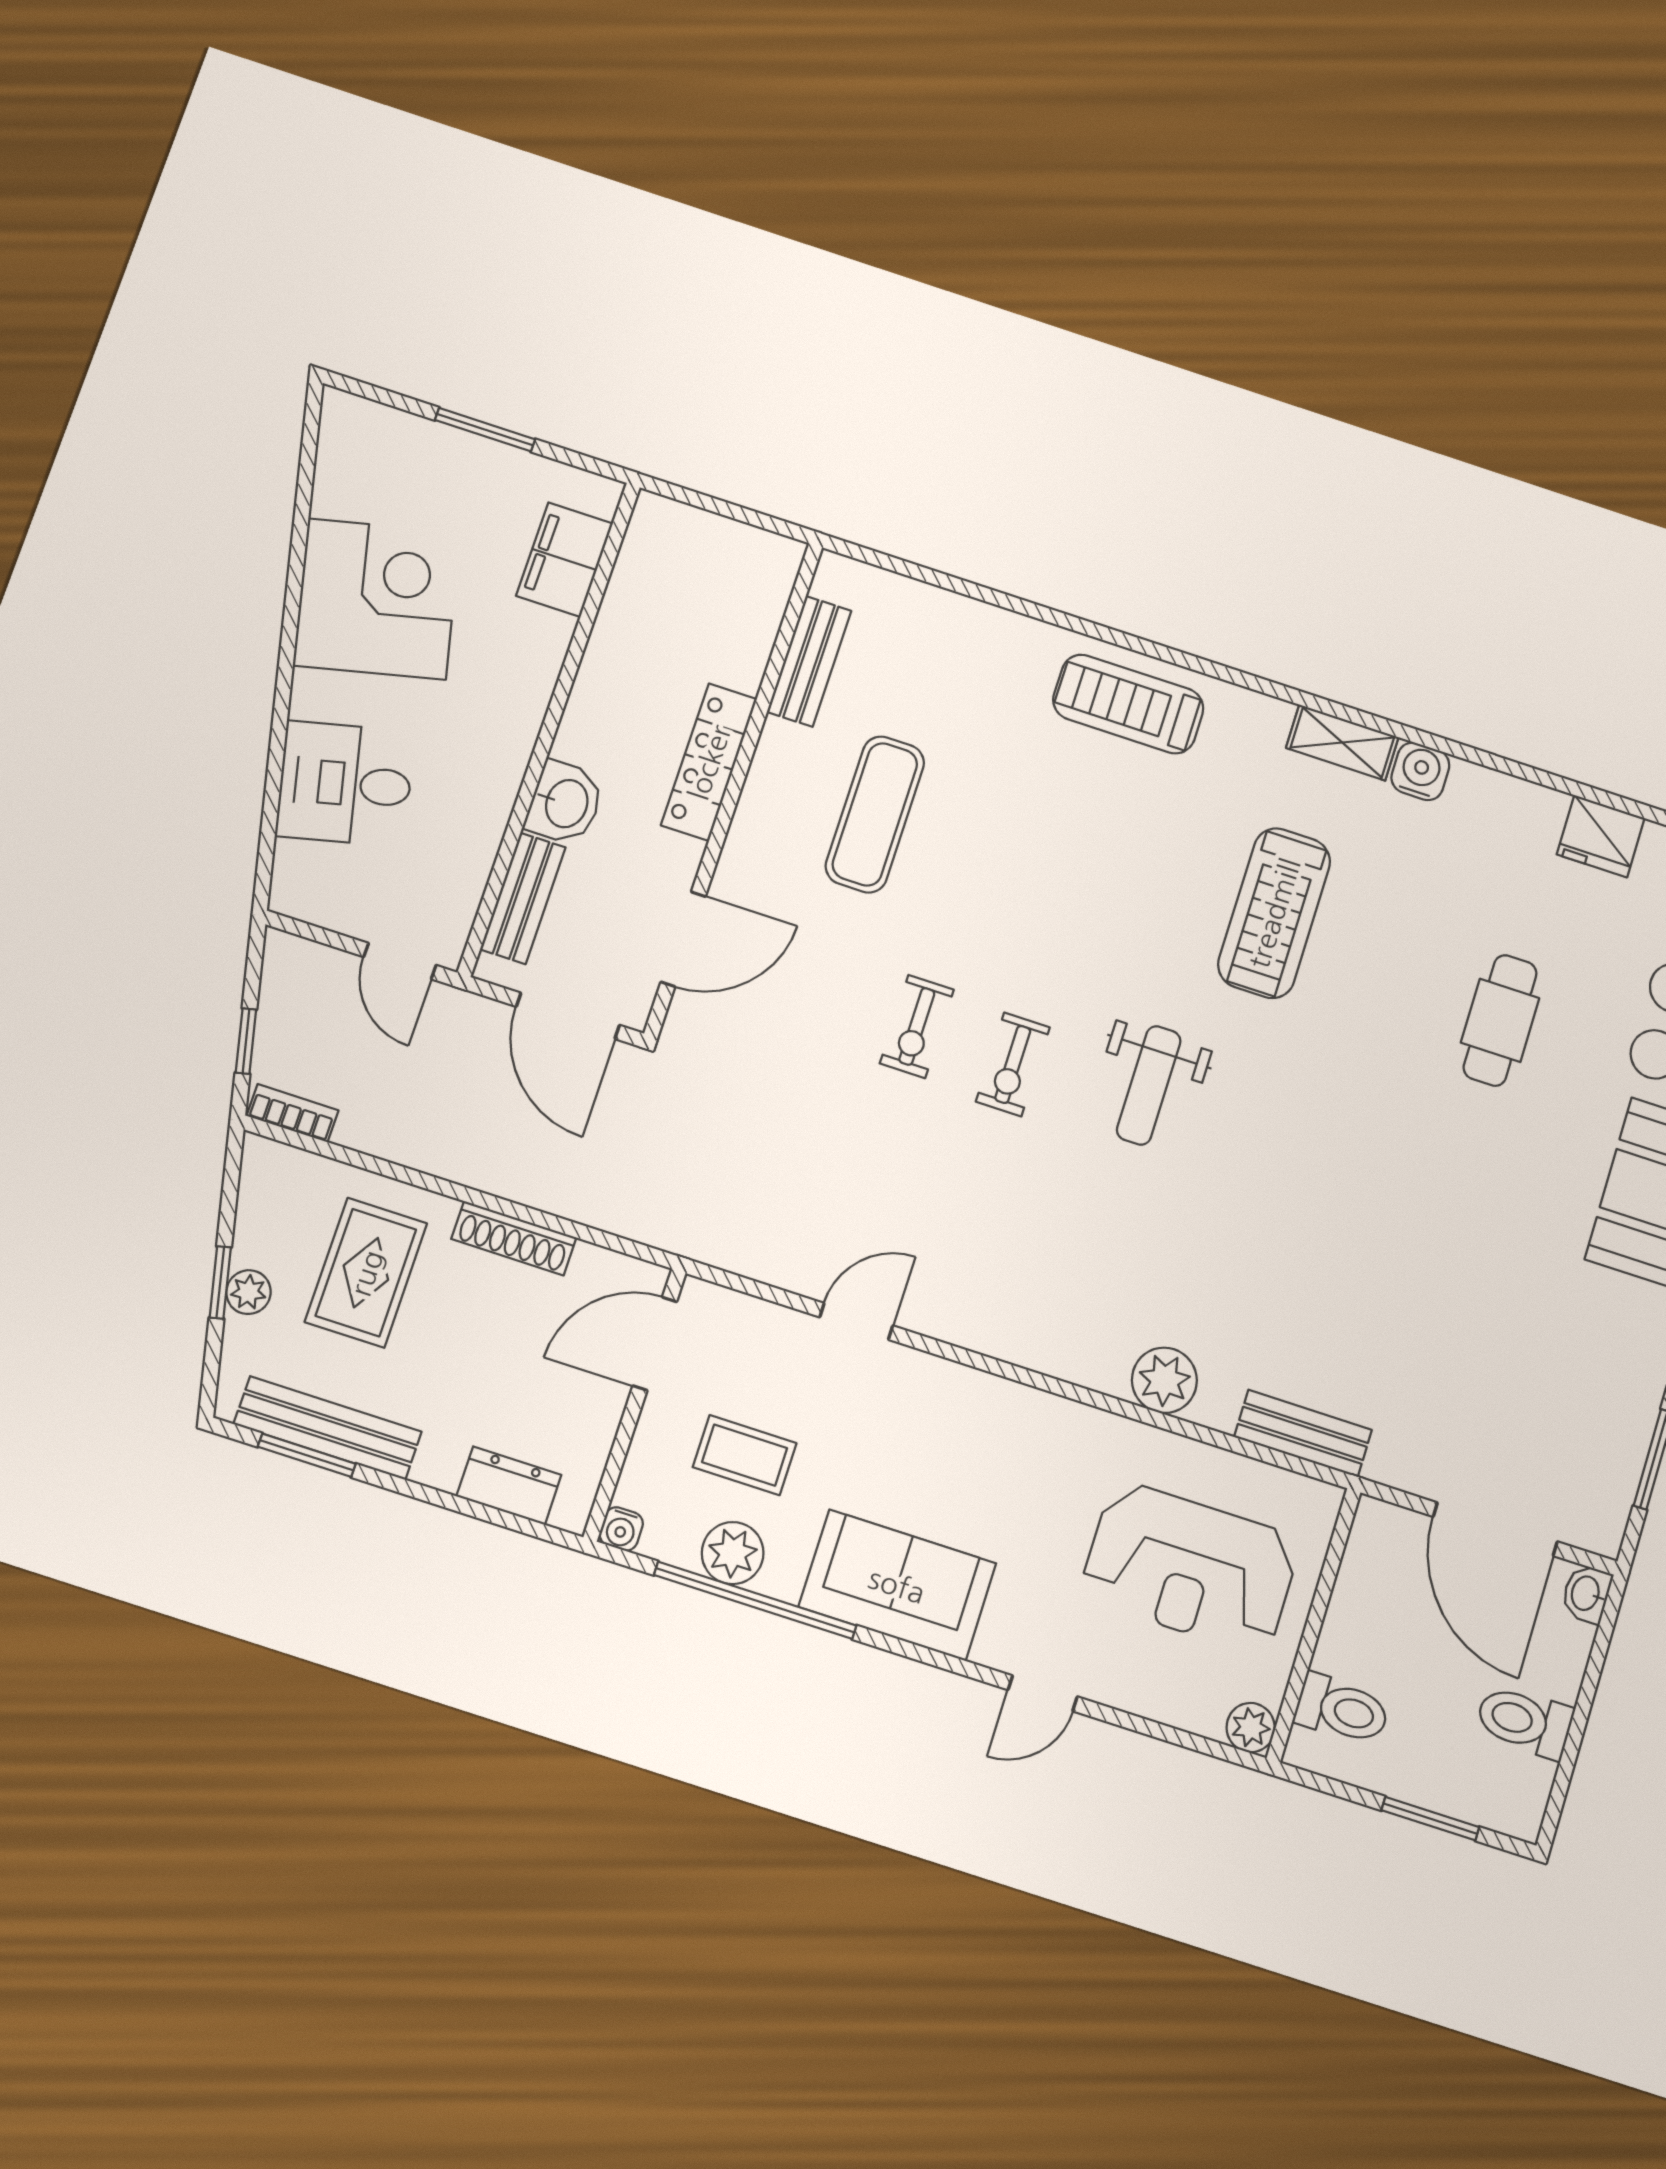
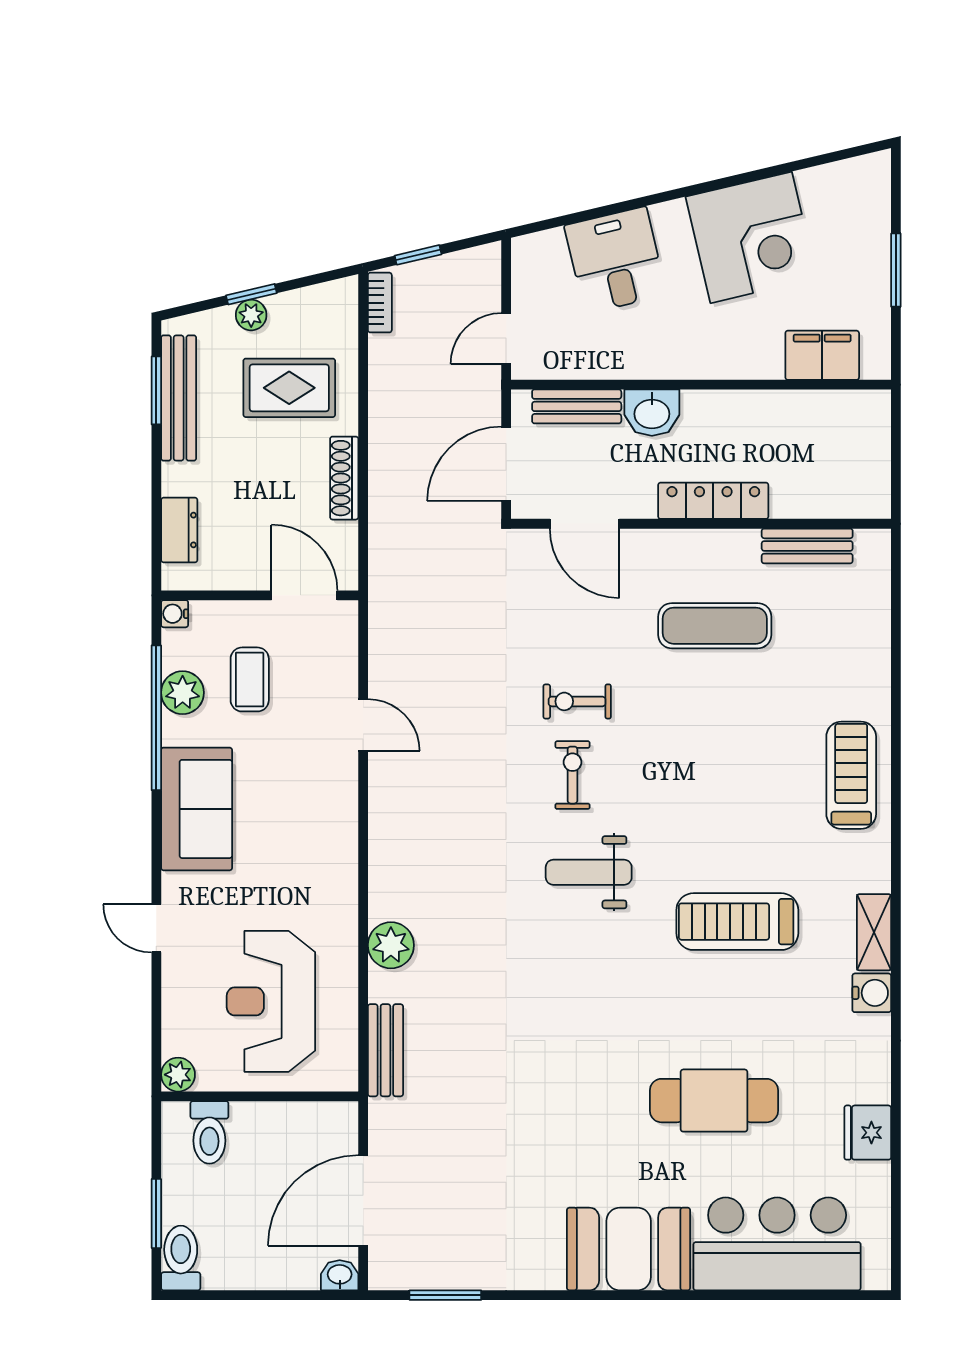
cafe table: (1500, 1020) -> (714, 1101), width x1.37, depth x1.35
exercise bike: (1013, 1064) -> (572, 775), turned 90
toilet: (1524, 1721) -> (181, 1258), moved

